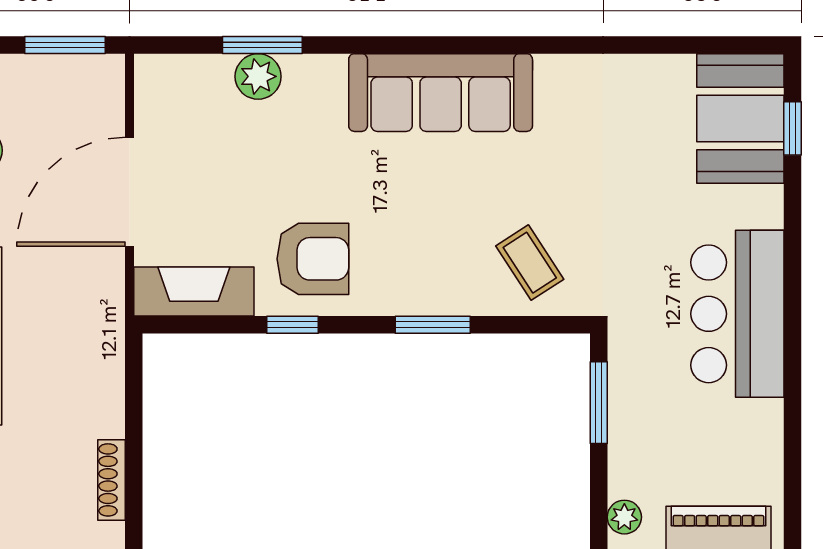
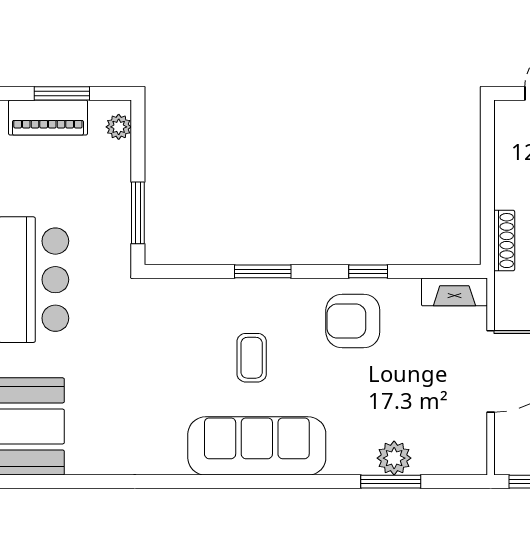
coffee table: (530, 263) -> (252, 358), moved, turned 33
fireplace: (194, 292) -> (454, 292), width x0.73, depth x0.76
shoe rack: (112, 480) -> (504, 241), moved

